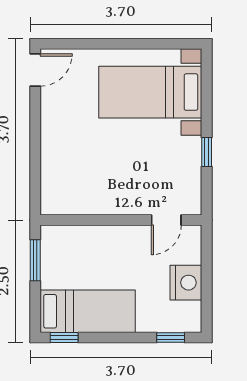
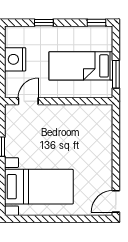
bed: (88, 311) -> (81, 66), moved
window: (171, 338) -> (44, 23), moved

